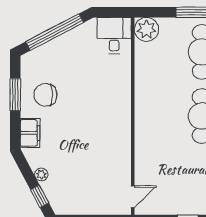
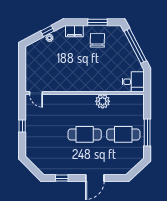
plant: (147, 29) -> (103, 101), moved
window: (40, 196) -> (47, 31), moved

